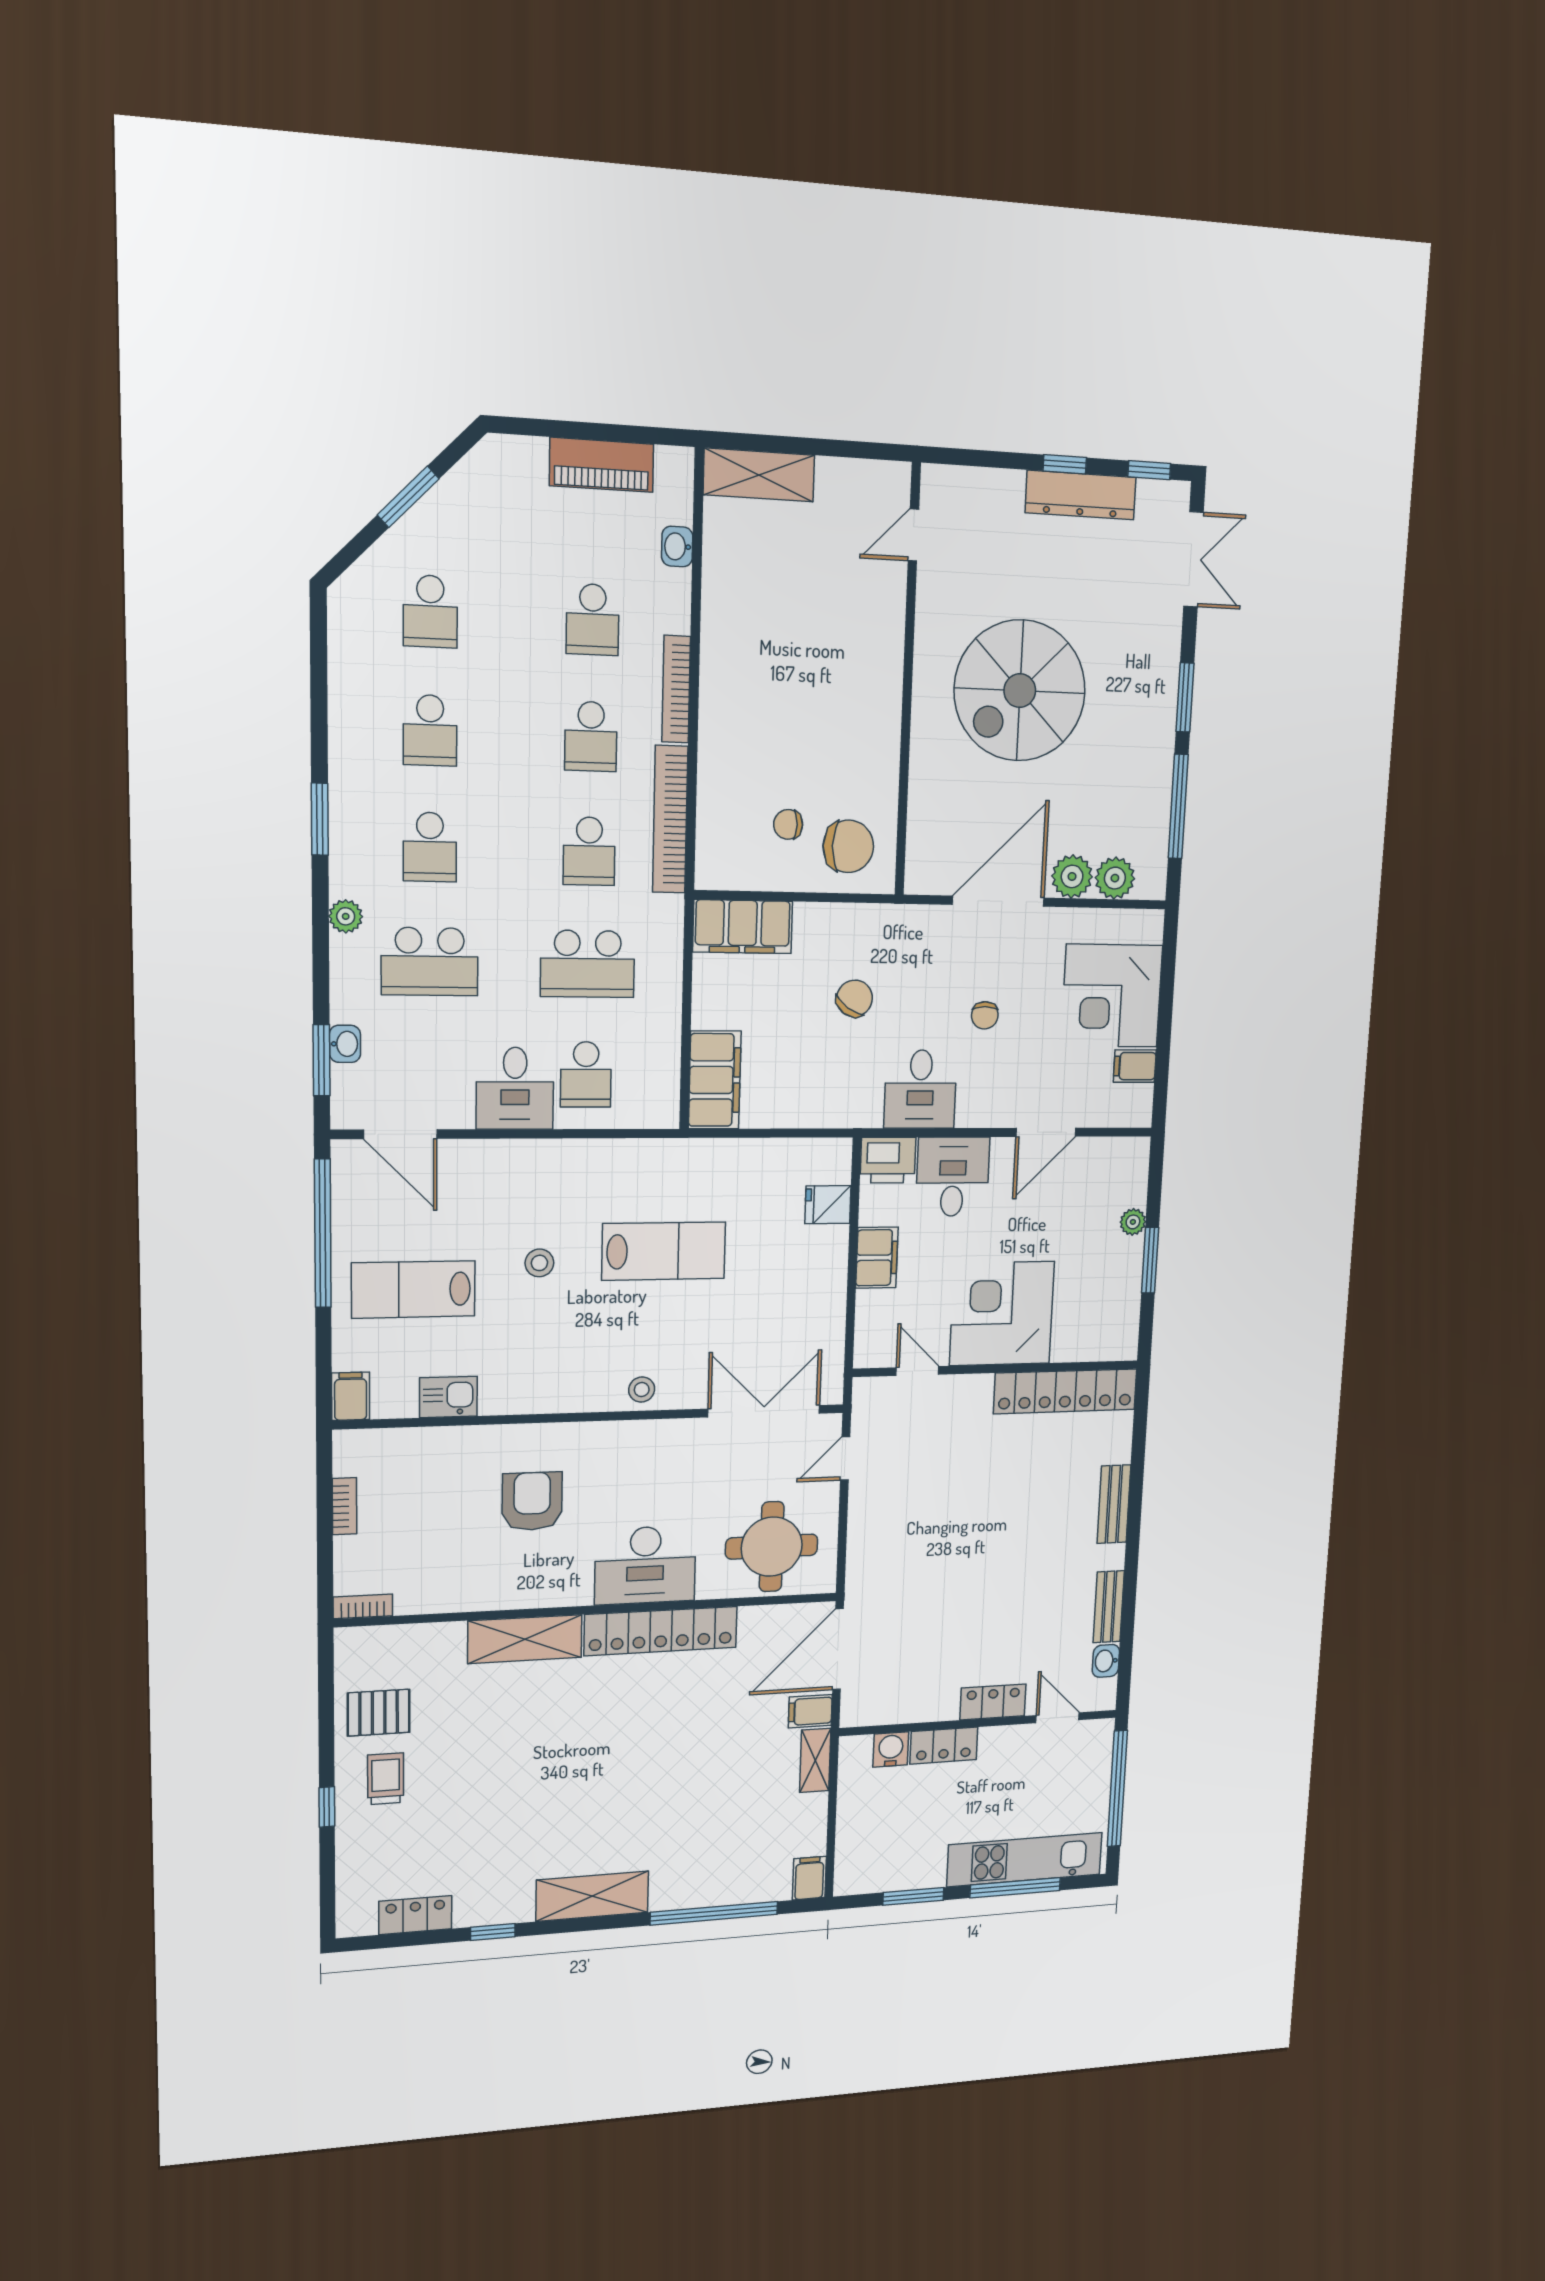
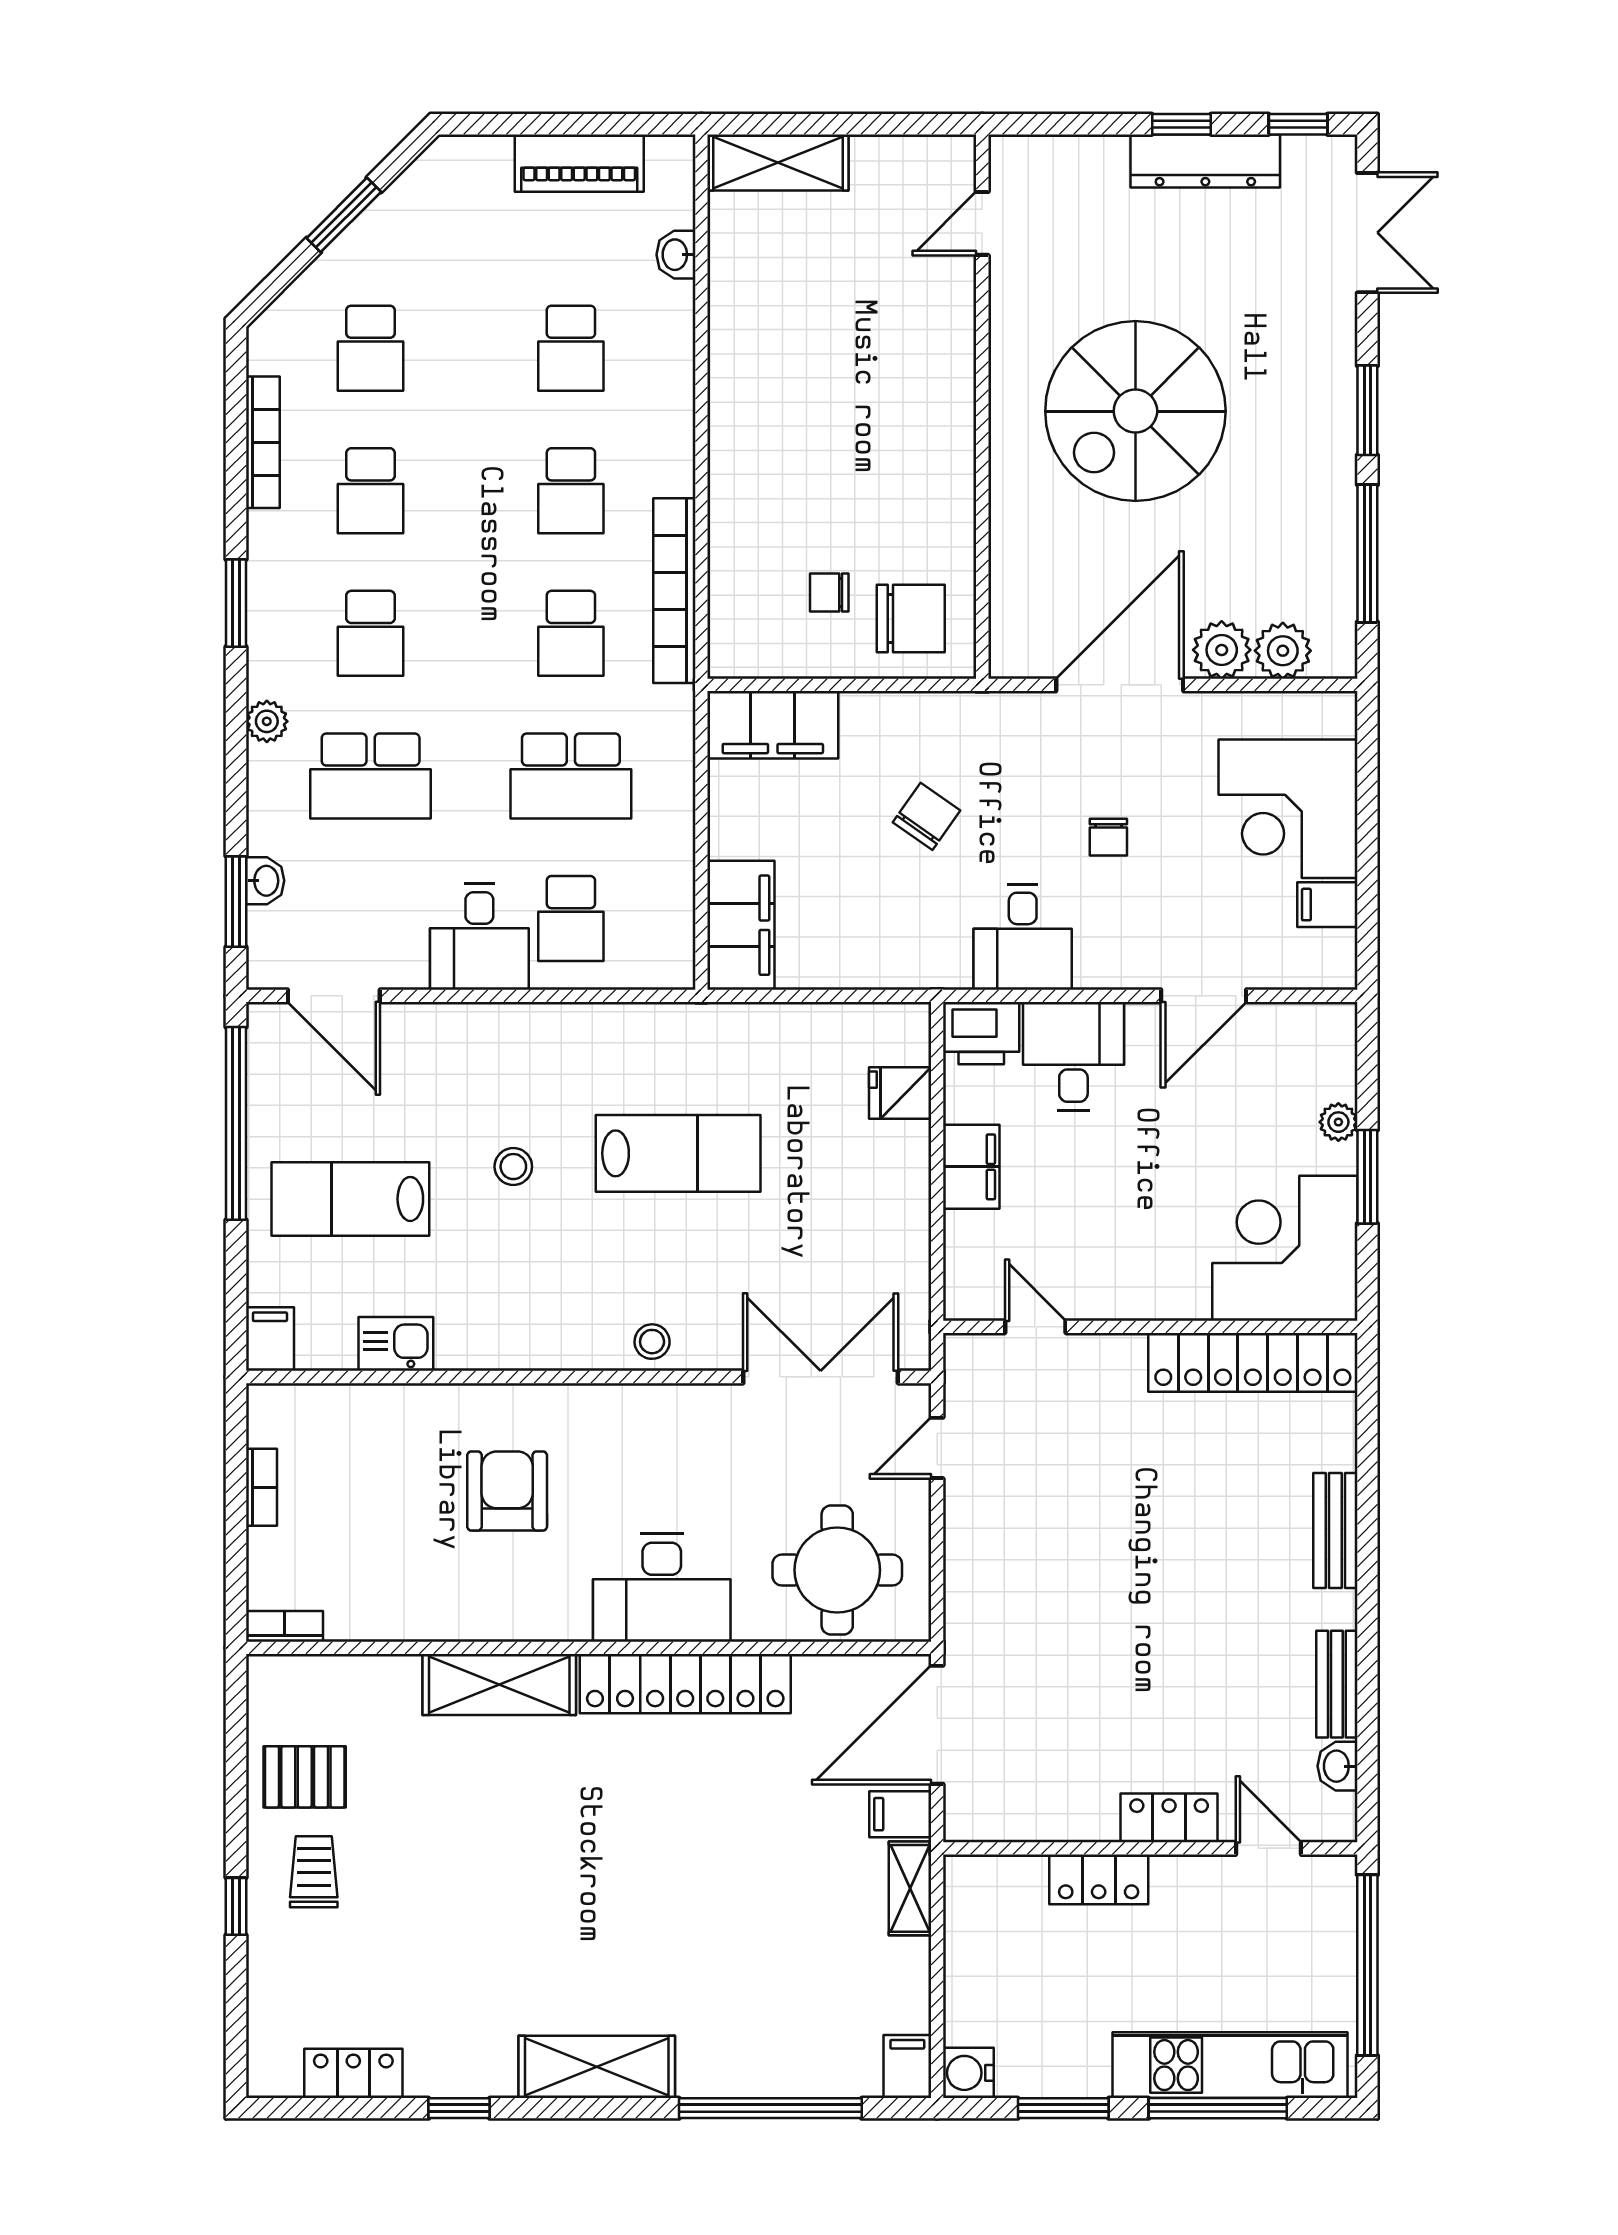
bookcase: (676, 689) -> (263, 442), moved, turned 180
corner desk: (1002, 1313) -> (1285, 1248), moved
water cooler: (891, 1749) -> (968, 2073), moved, turned -90

